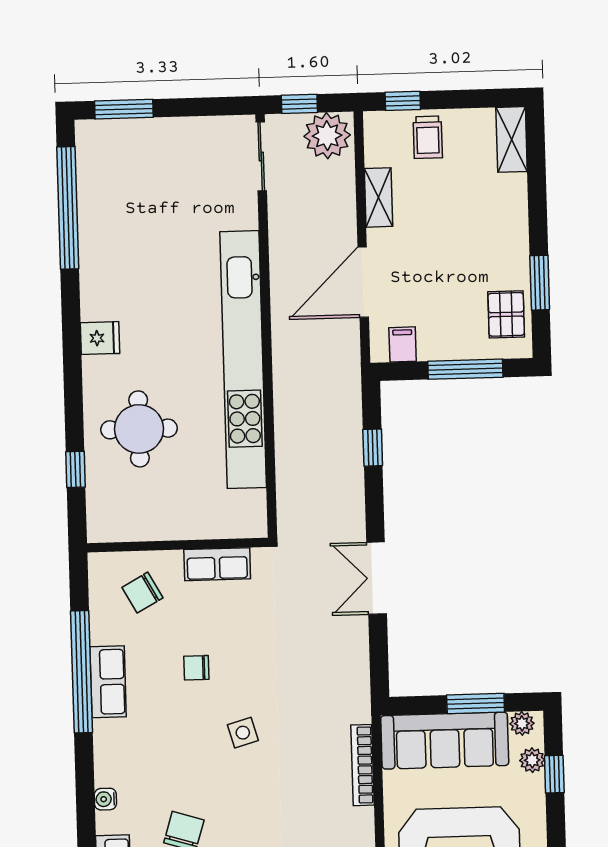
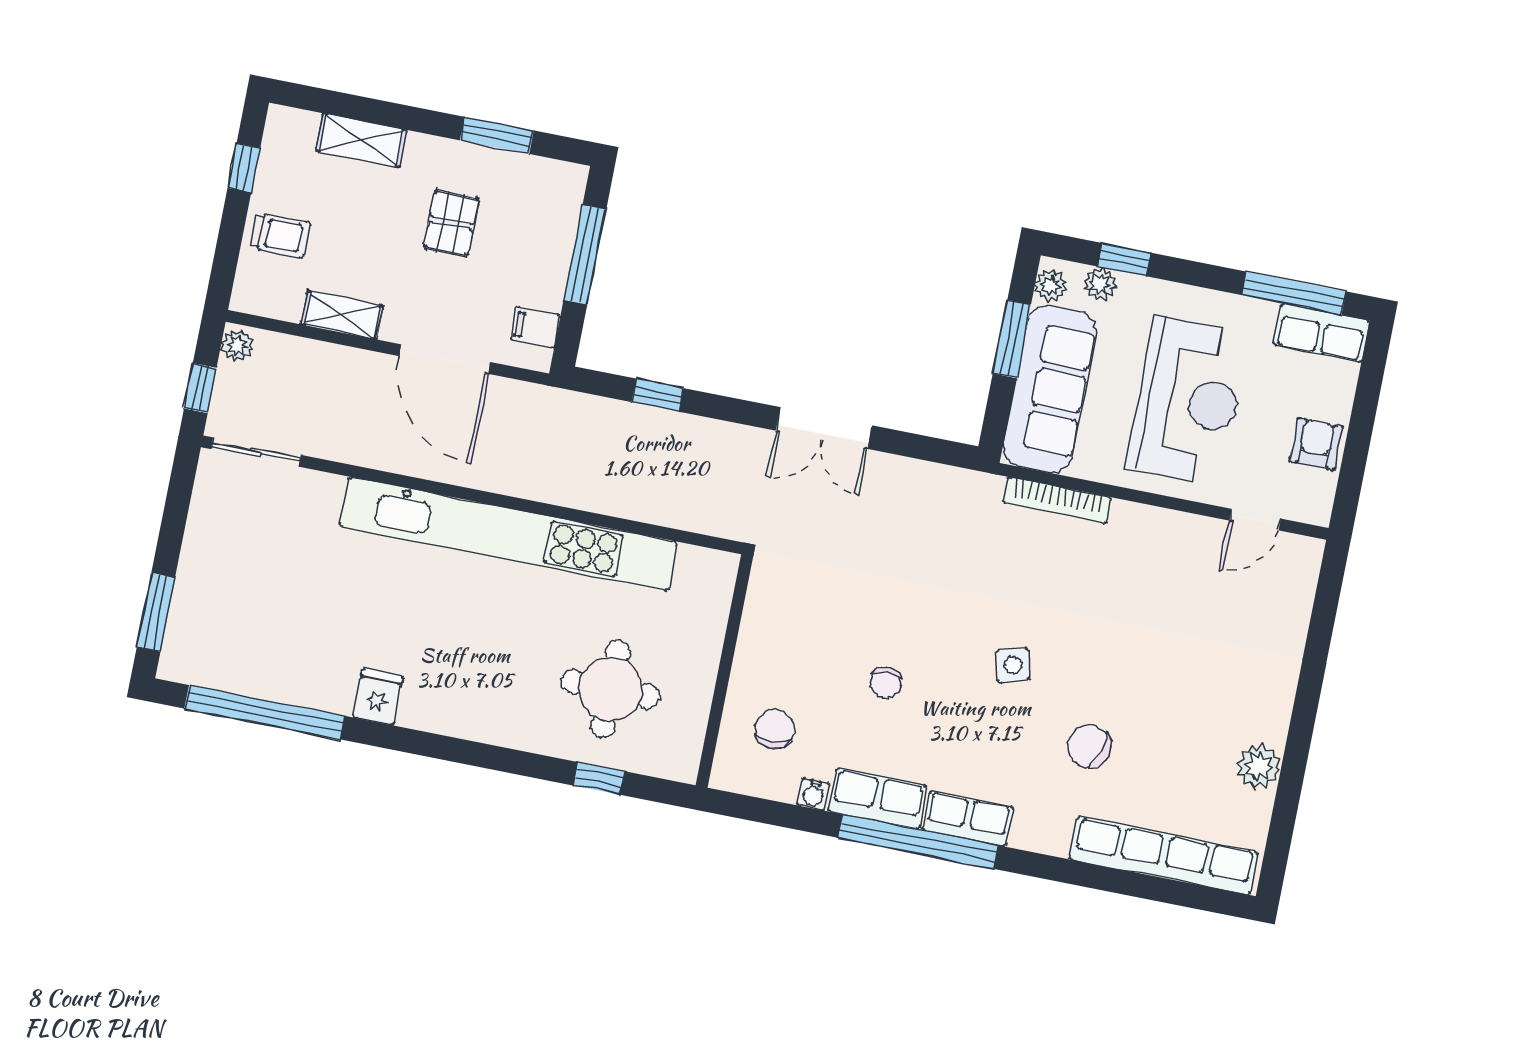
window: (403, 101) -> (244, 168), moved
plant: (327, 136) -> (237, 346), width x0.53, depth x0.53
shelving: (512, 139) -> (362, 140), moved
pallet: (506, 314) -> (451, 223), moved, turned 90
fridge: (100, 338) -> (378, 697), moved
round table: (139, 429) -> (611, 689), moved
row of seats: (217, 564) -> (968, 818), moved, turned -90
chair: (142, 593) -> (774, 729), turned -151
window: (82, 672) -> (918, 842), moved
side table: (243, 733) -> (1013, 665), moved
water cooler: (105, 799) -> (813, 794), moved

